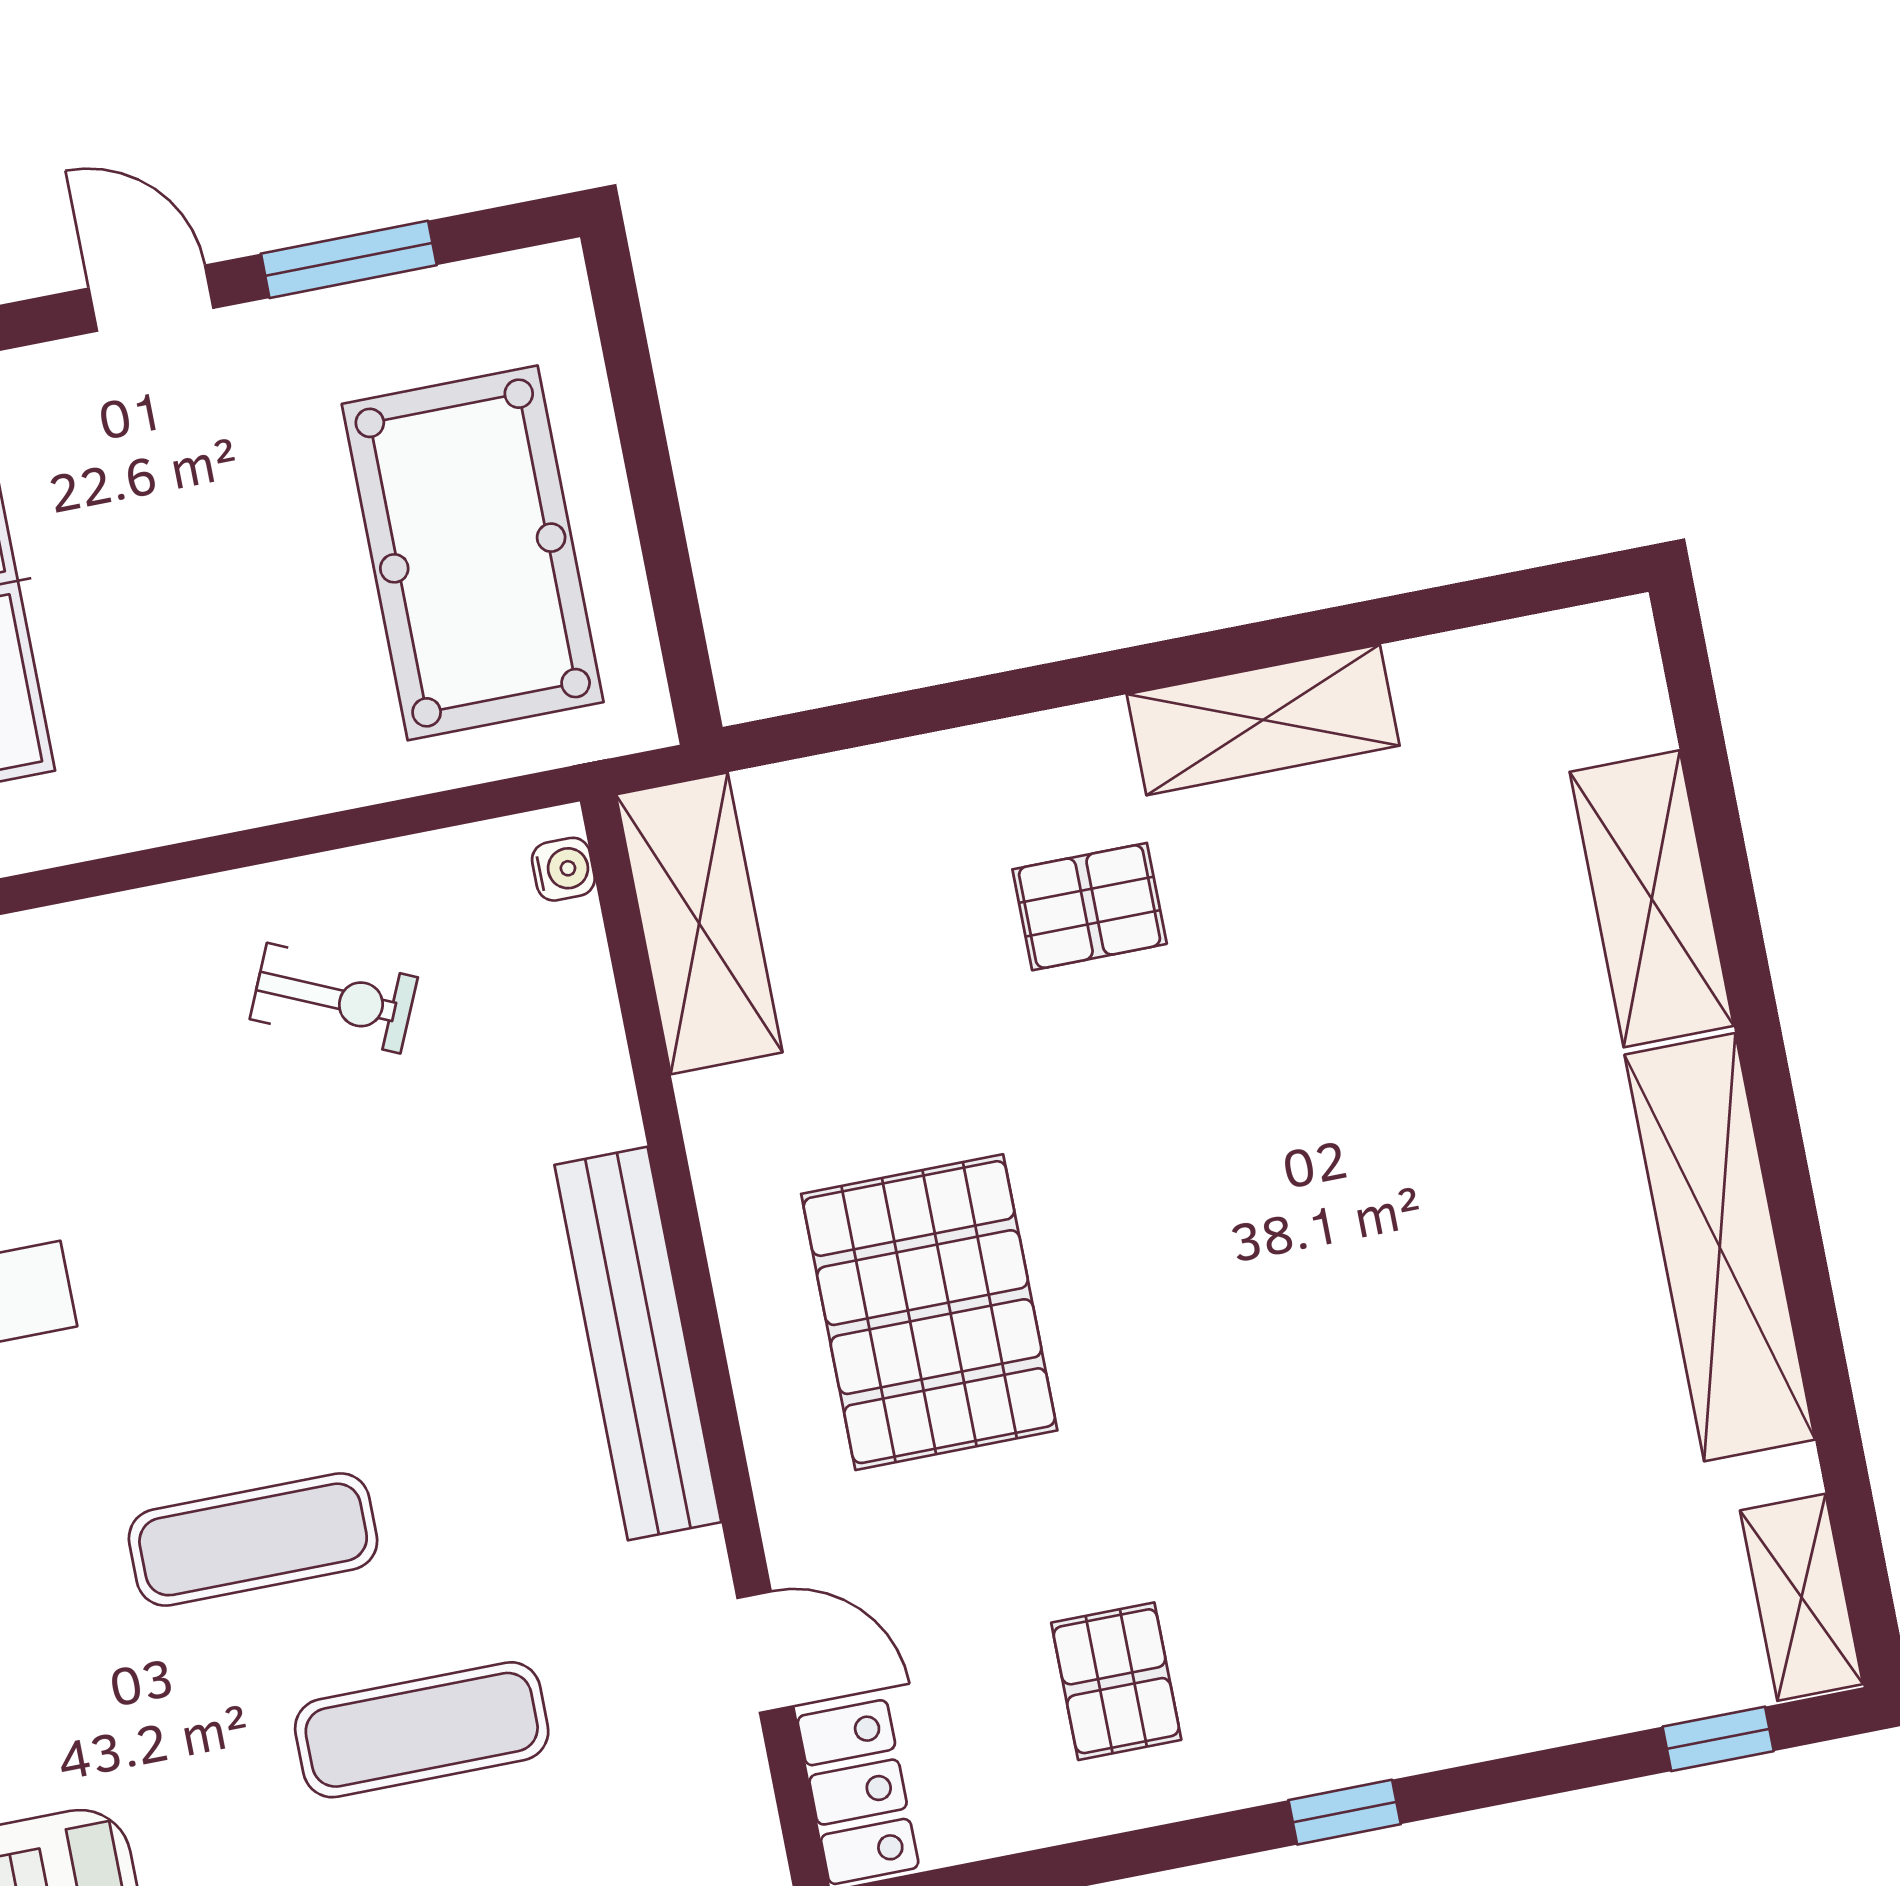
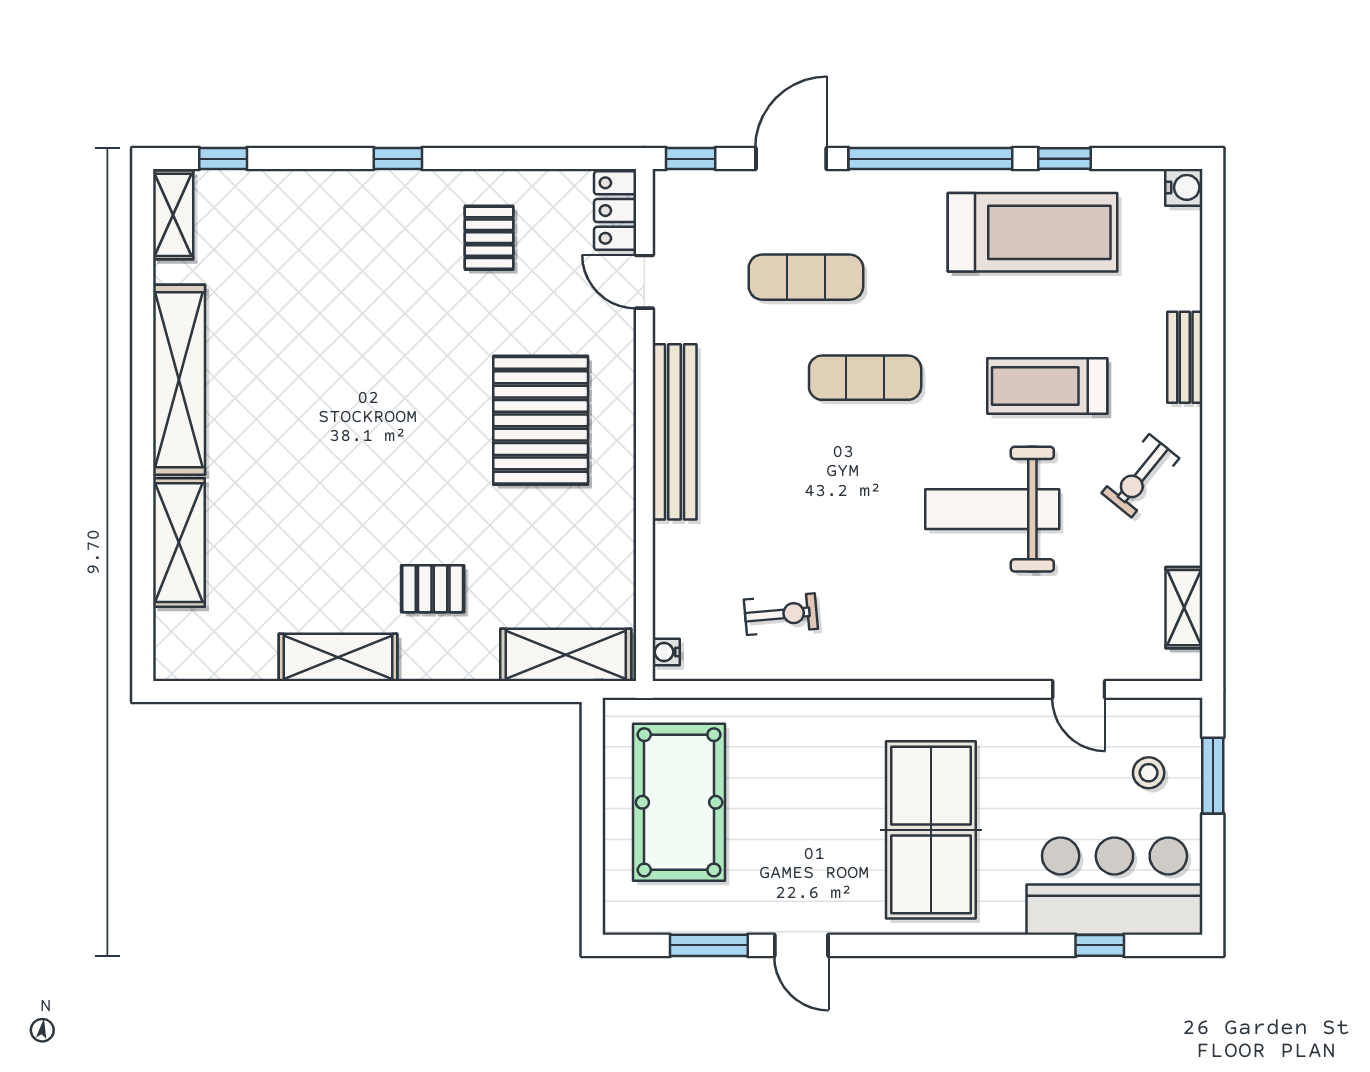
shelving: (699, 923) -> (566, 655), moved, turned 90
exercise bike: (334, 998) -> (781, 614), turned 151

